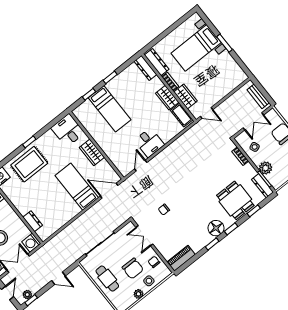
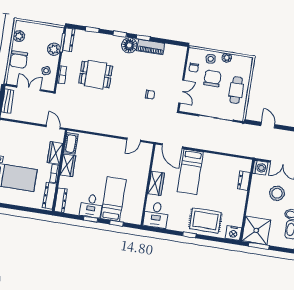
desk: (149, 143) -> (91, 206), moved, turned 180
dining table: (235, 200) -> (96, 75), moved, turned 90
piano: (181, 258) -> (151, 47), moved

